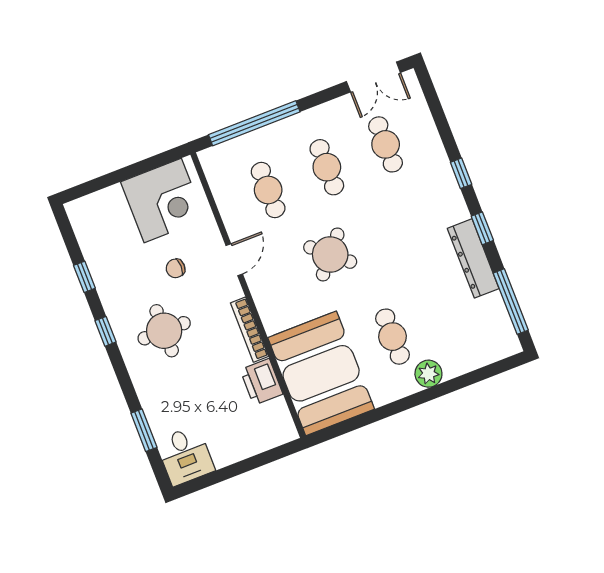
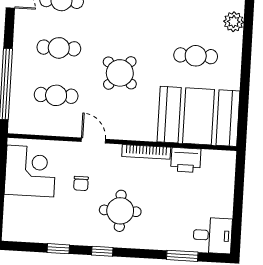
plant: (428, 374) -> (234, 22), moved

